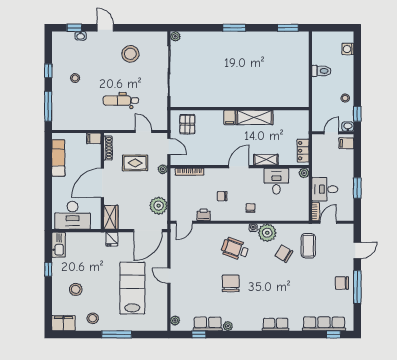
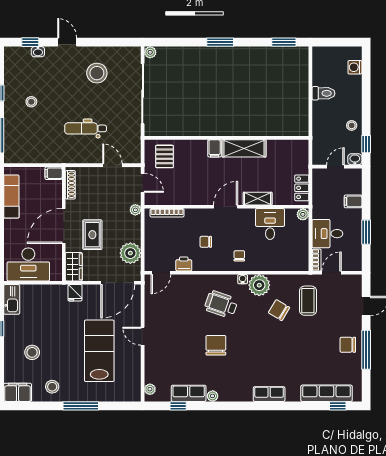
filing cabinet: (346, 143) -> (353, 201), moved
rug: (135, 163) -> (92, 235), moved, turned 90

